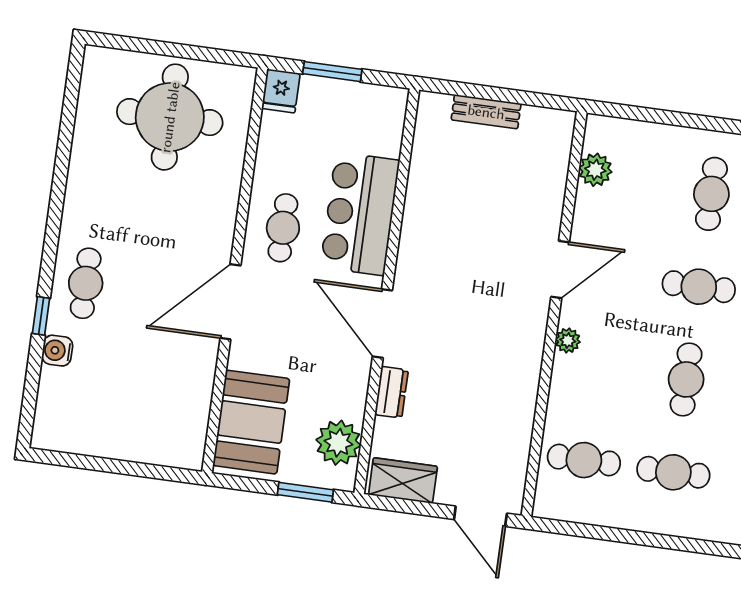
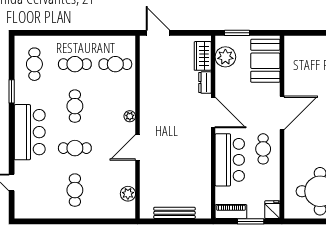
piano: (373, 99) -> (231, 212), added
bench: (486, 112) -> (174, 213), width x1.36
wardrobe: (403, 481) -> (203, 56), moved, turned 90

